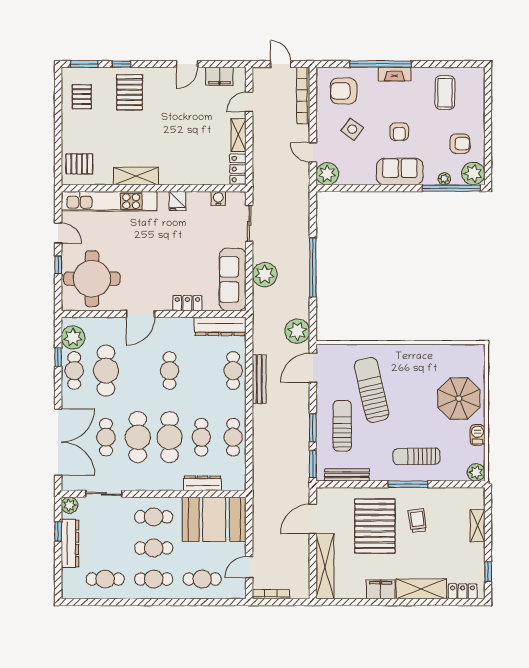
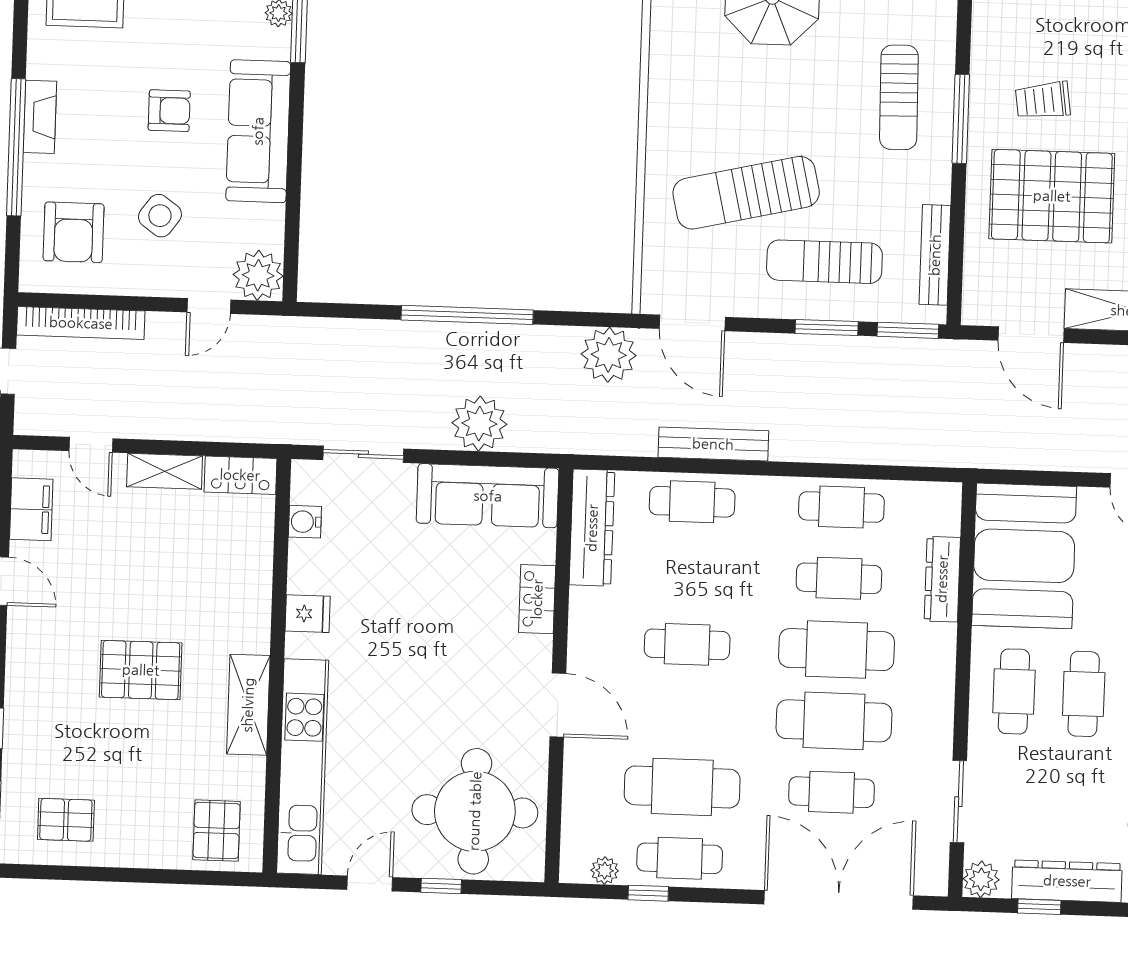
pallet: (130, 92) -> (141, 670), moved
sofa: (400, 172) -> (258, 131), width x1.36
plant: (73, 337) -> (605, 871), width x0.53, depth x0.53

